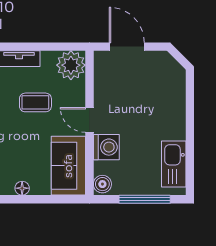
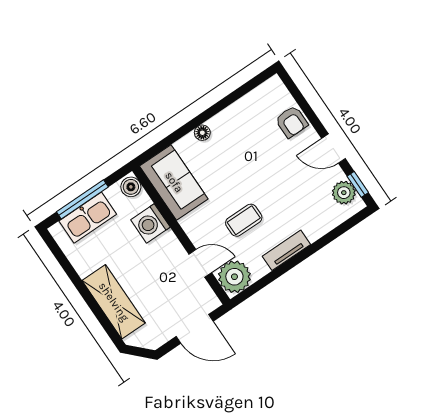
shelving: (173, 107) -> (114, 302), added
door: (89, 120) -> (200, 263), moved
kitchen sink: (174, 164) -> (88, 218), moved, turned 90

